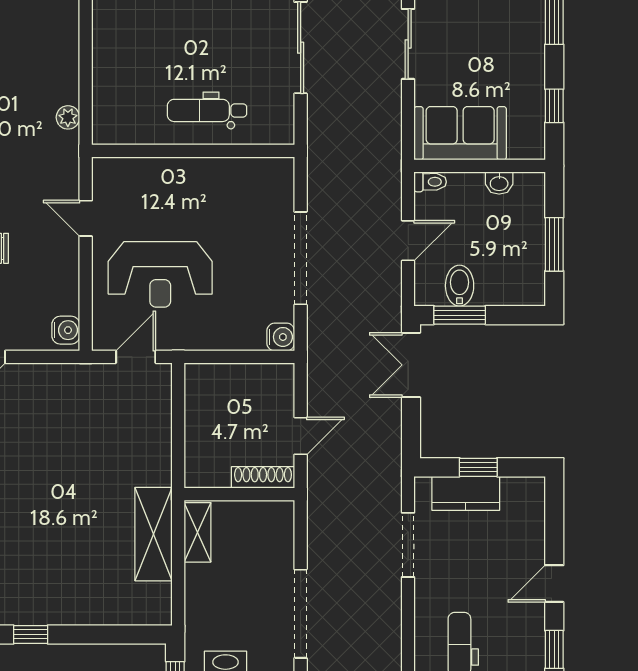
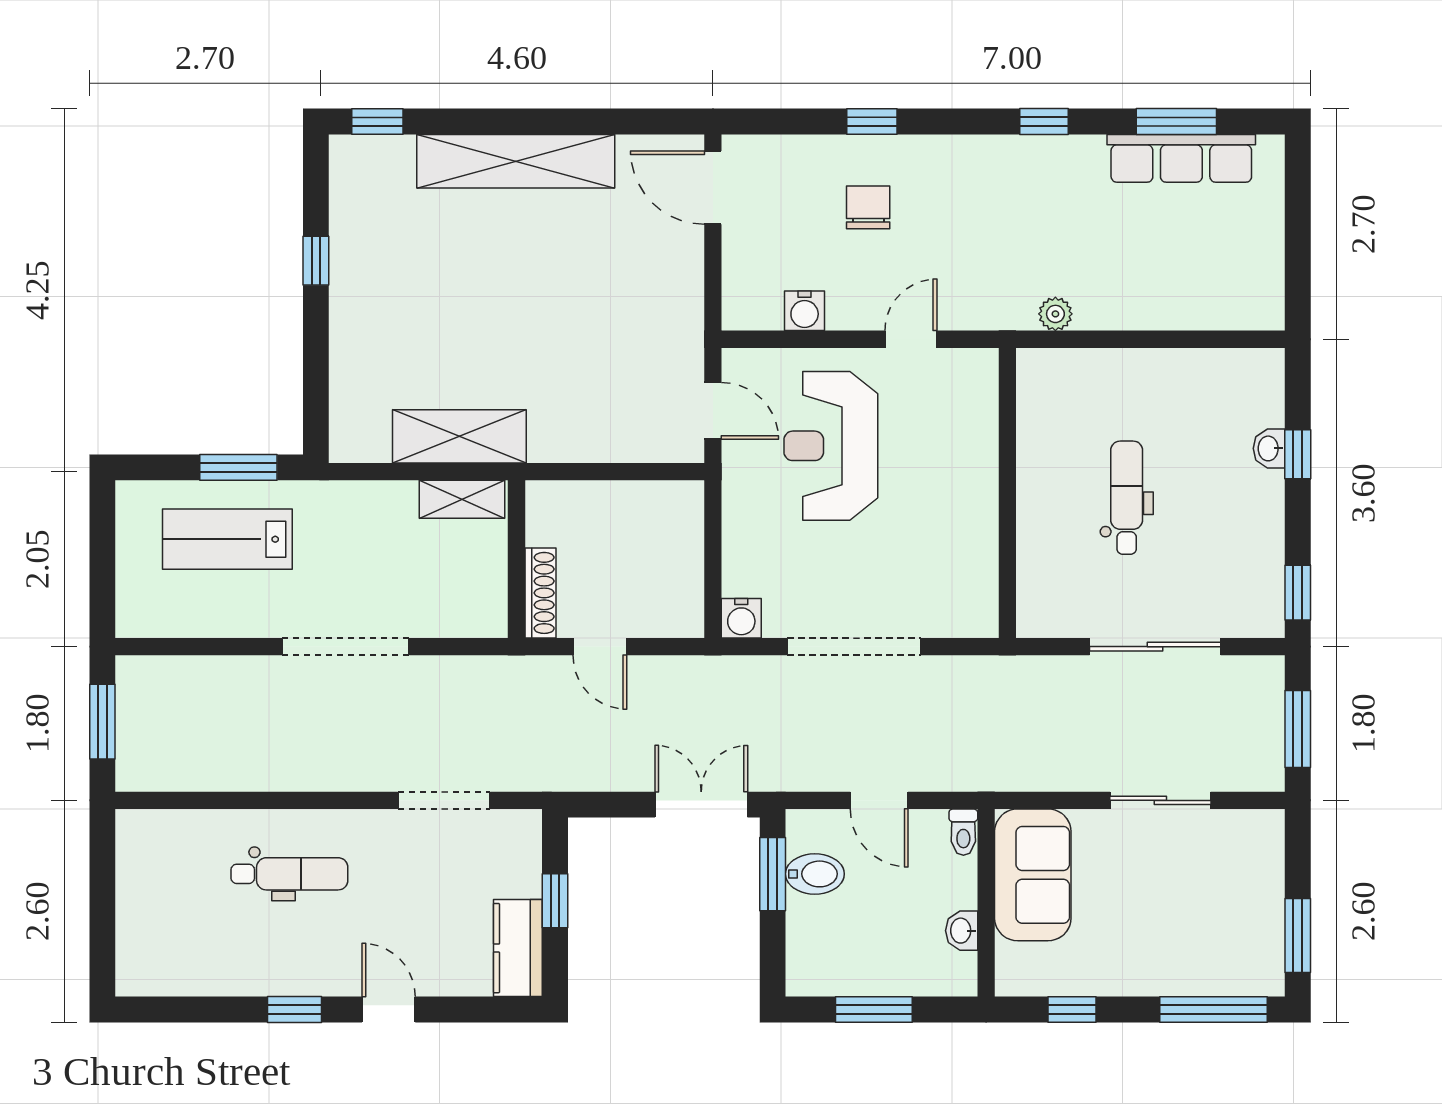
dental chair: (207, 110) -> (1127, 498), moved
water cooler: (66, 330) -> (805, 311), moved
kitchen counter: (466, 493) -> (518, 948), moved

